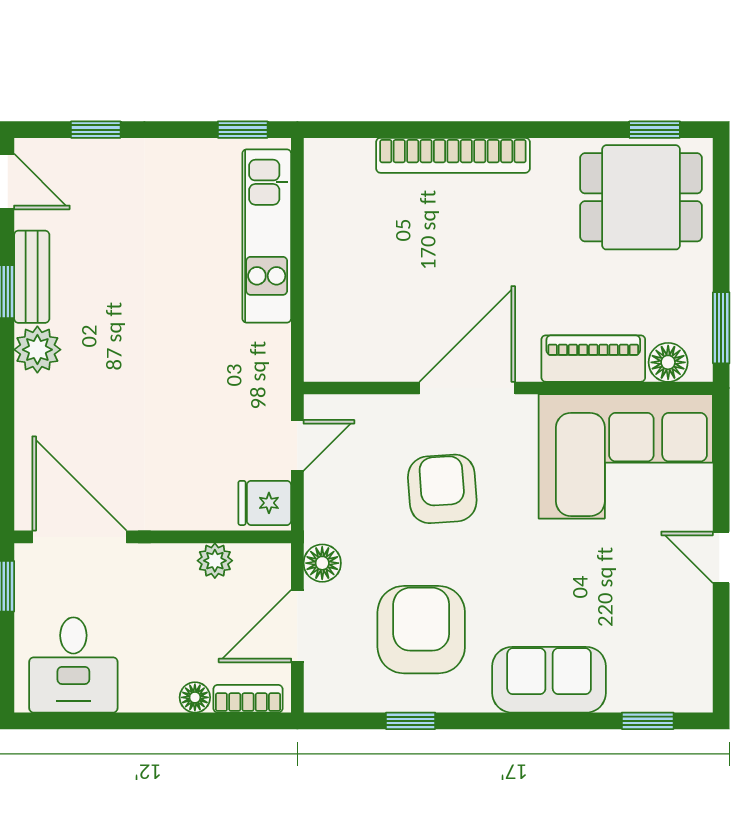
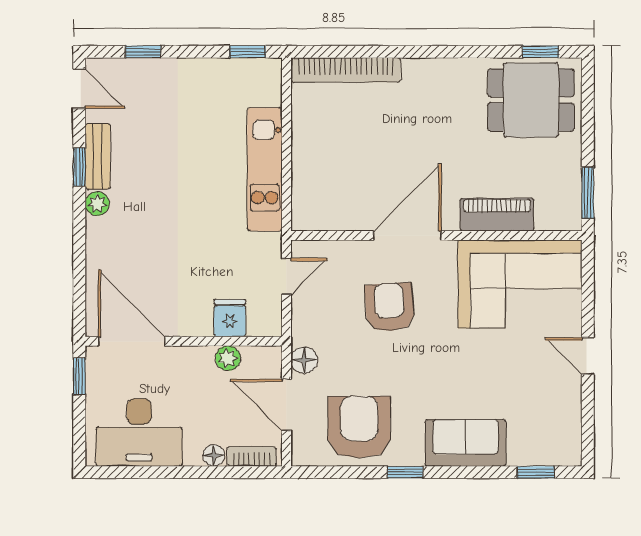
bookcase: (453, 155) -> (346, 70), moved
kitchen unit: (267, 236) -> (265, 169), moved
plant: (37, 350) -> (97, 204), width x0.73, depth x0.73
floor lamp: (668, 362) -> (550, 217), removed
fridge: (265, 503) -> (230, 318), moved, turned 90
door: (297, 626) -> (287, 405), hinge flipped
armchair: (421, 630) -> (359, 427), moved
desk: (73, 665) -> (139, 432), width x1.37
window: (411, 721) -> (405, 472), moved

